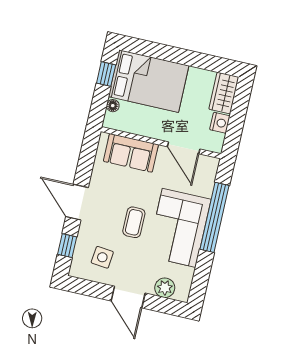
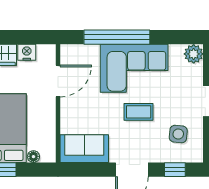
sofa: (131, 153) -> (84, 149), moved, turned -90
plant: (165, 288) -> (194, 54), moved

